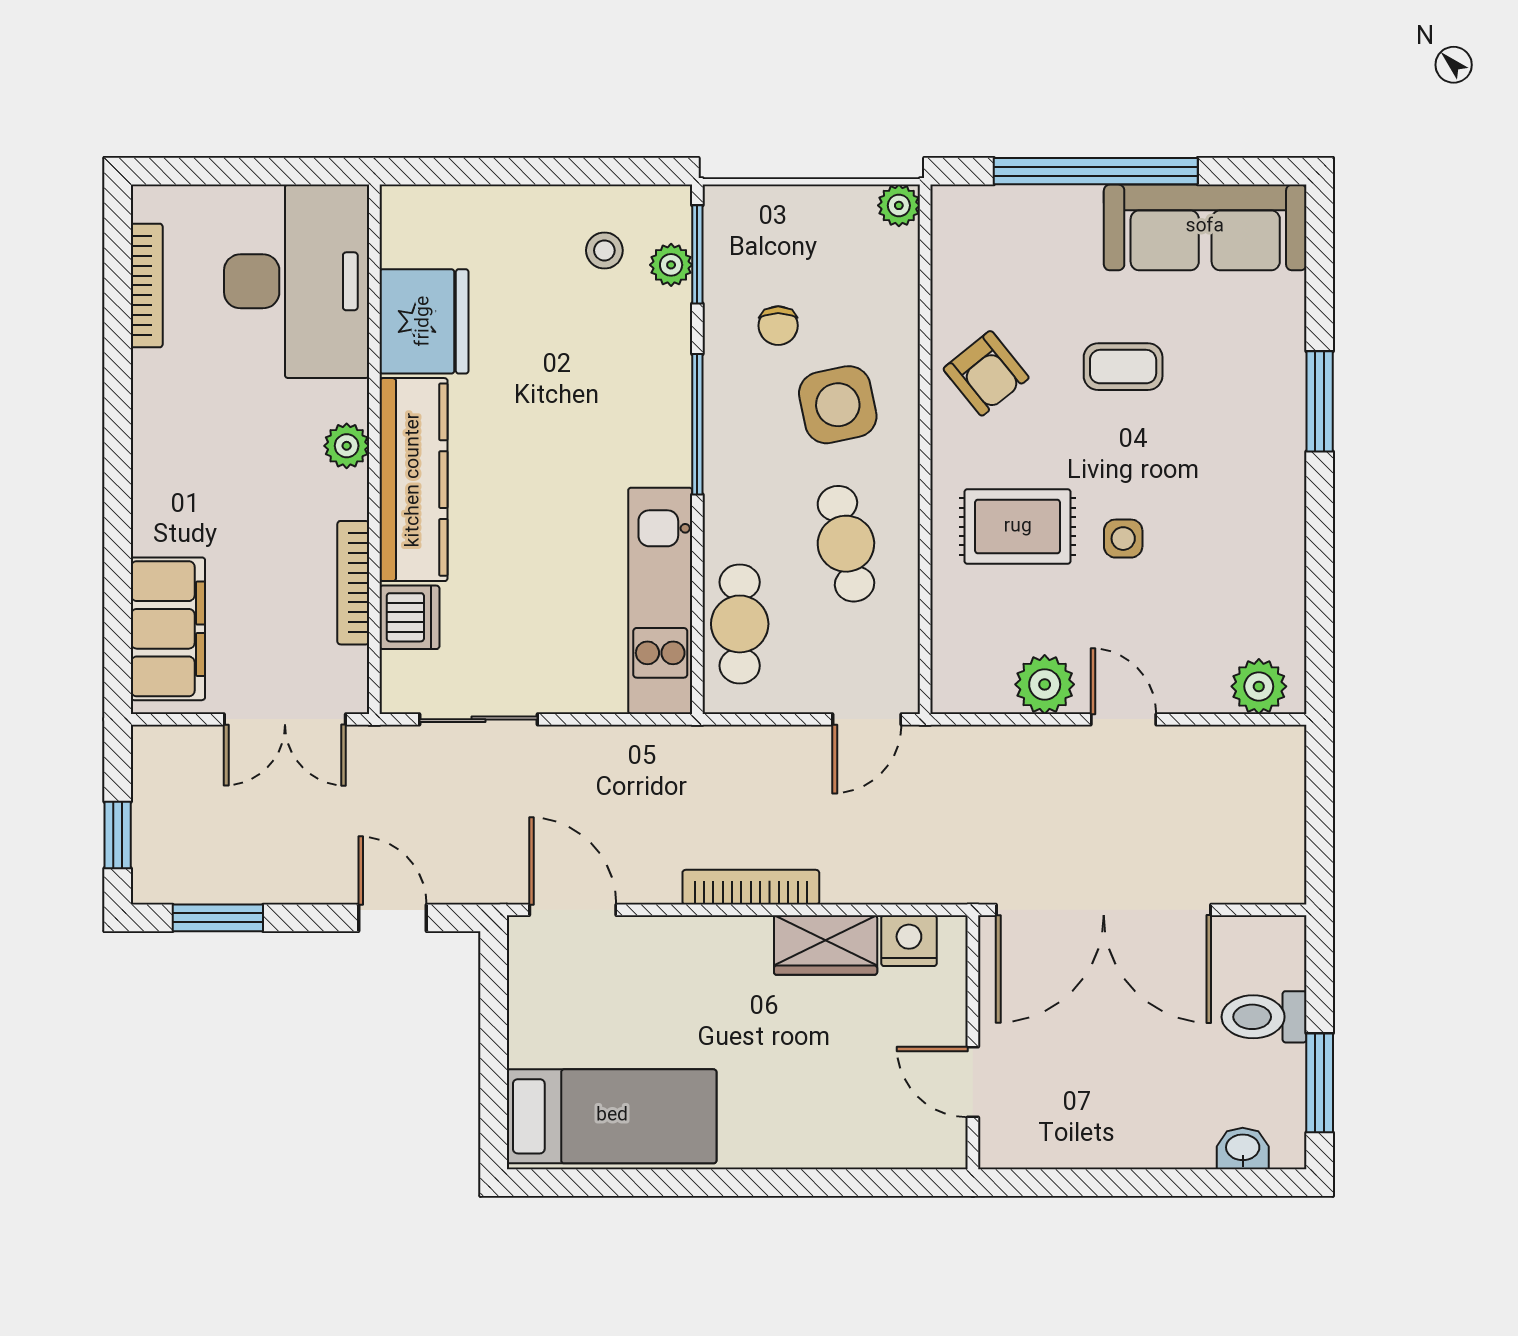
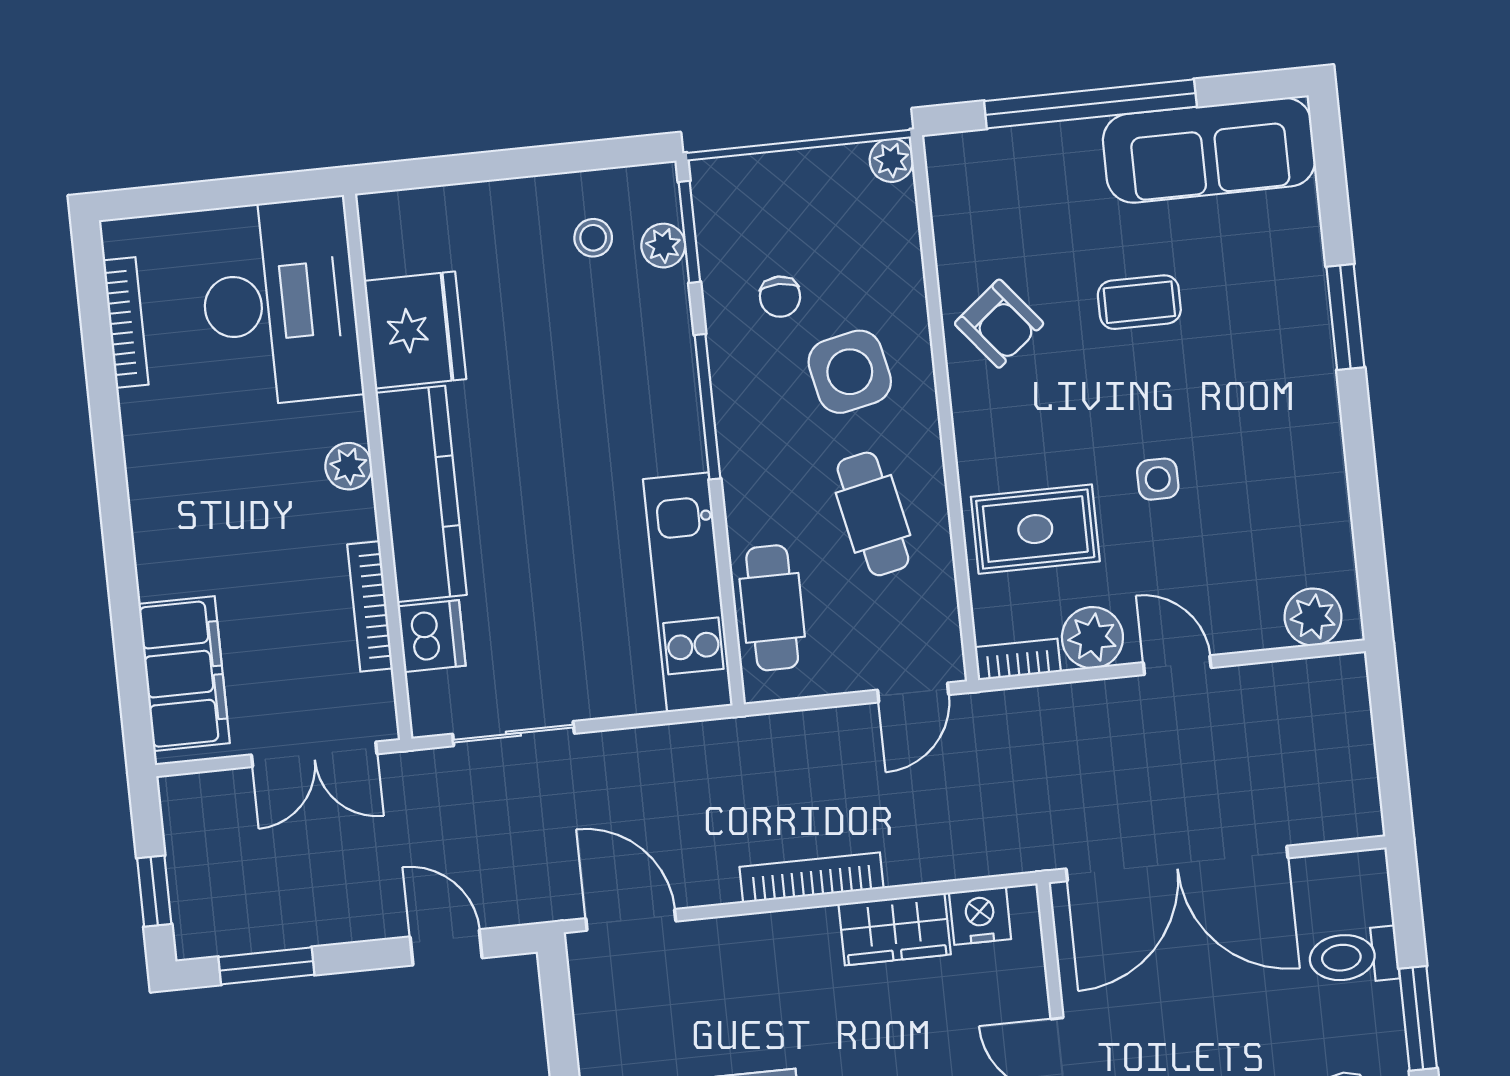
rug: (1018, 527) -> (1035, 529), moved
bookcase: (971, 698) -> (1018, 659), added

